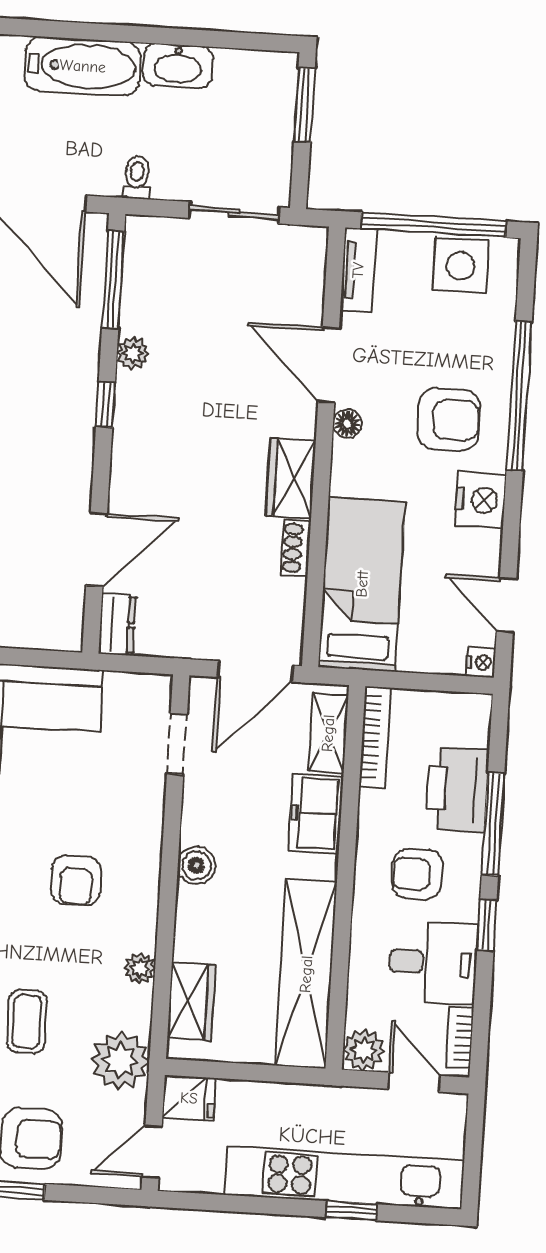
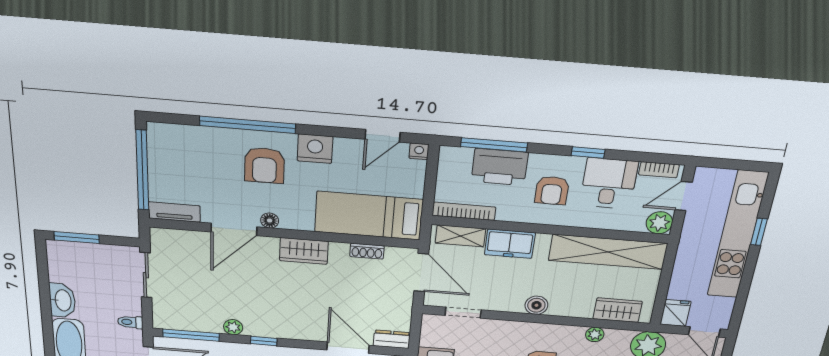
side table: (461, 266) -> (167, 156), removed
armchair: (449, 419) -> (264, 165), turned 180
shoe rack: (296, 548) -> (367, 251), moved
window: (493, 824) -> (494, 145), moved

